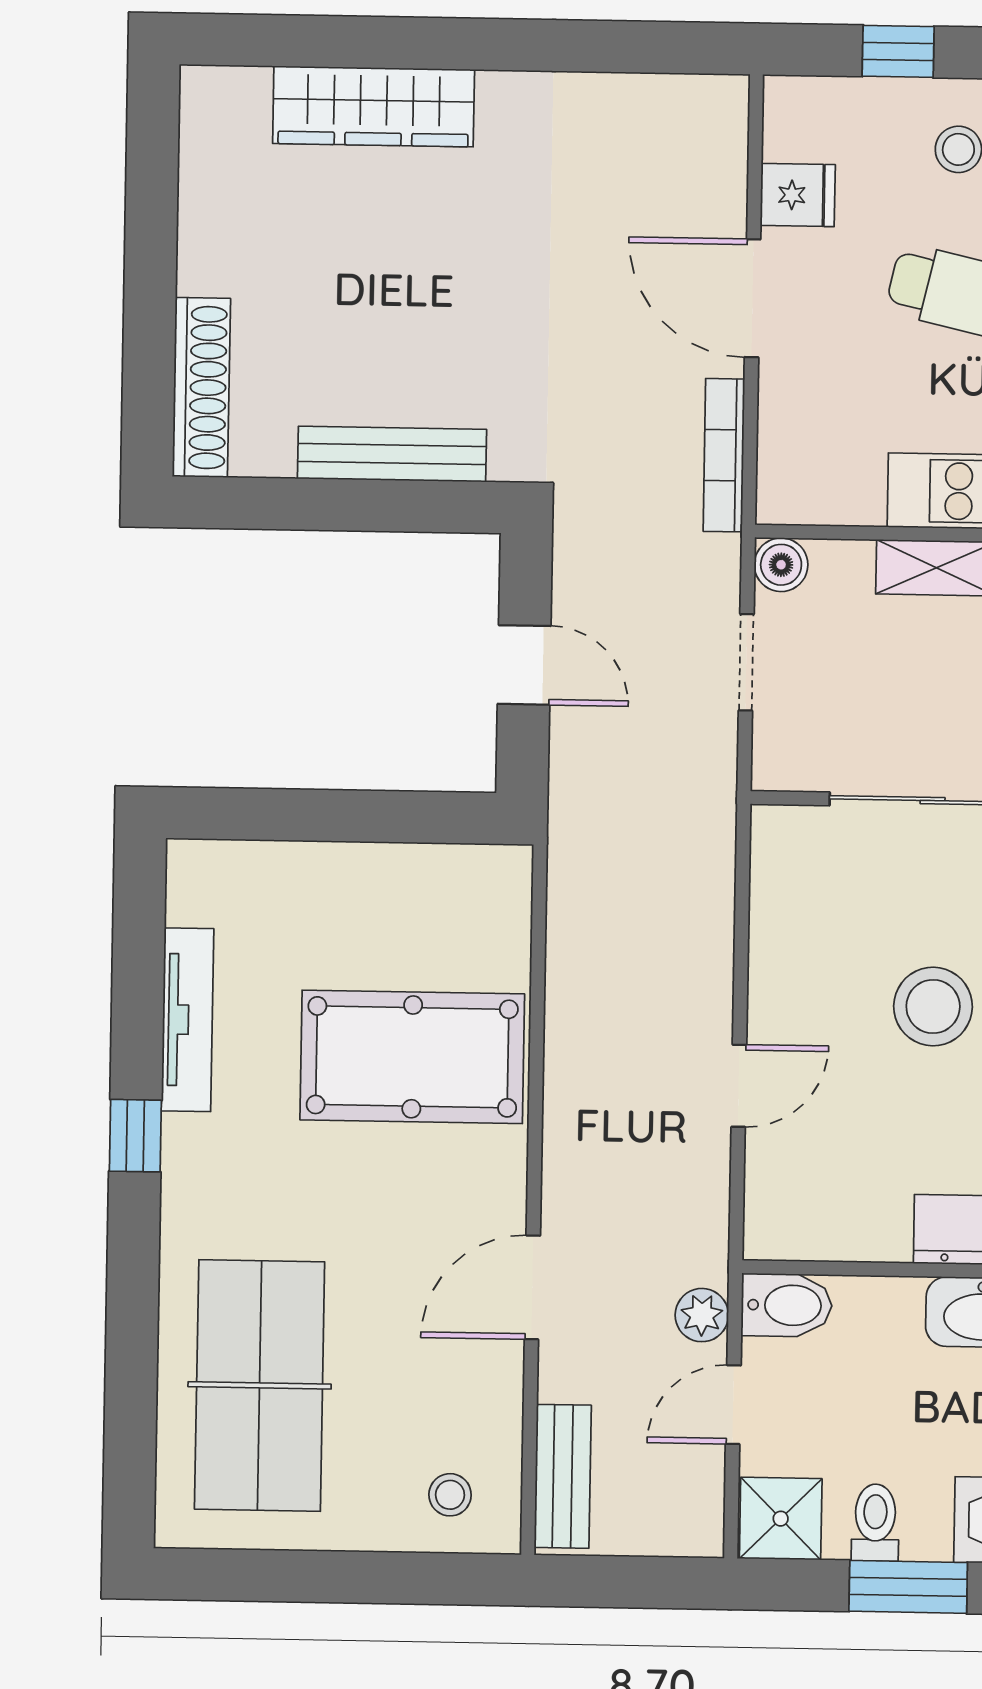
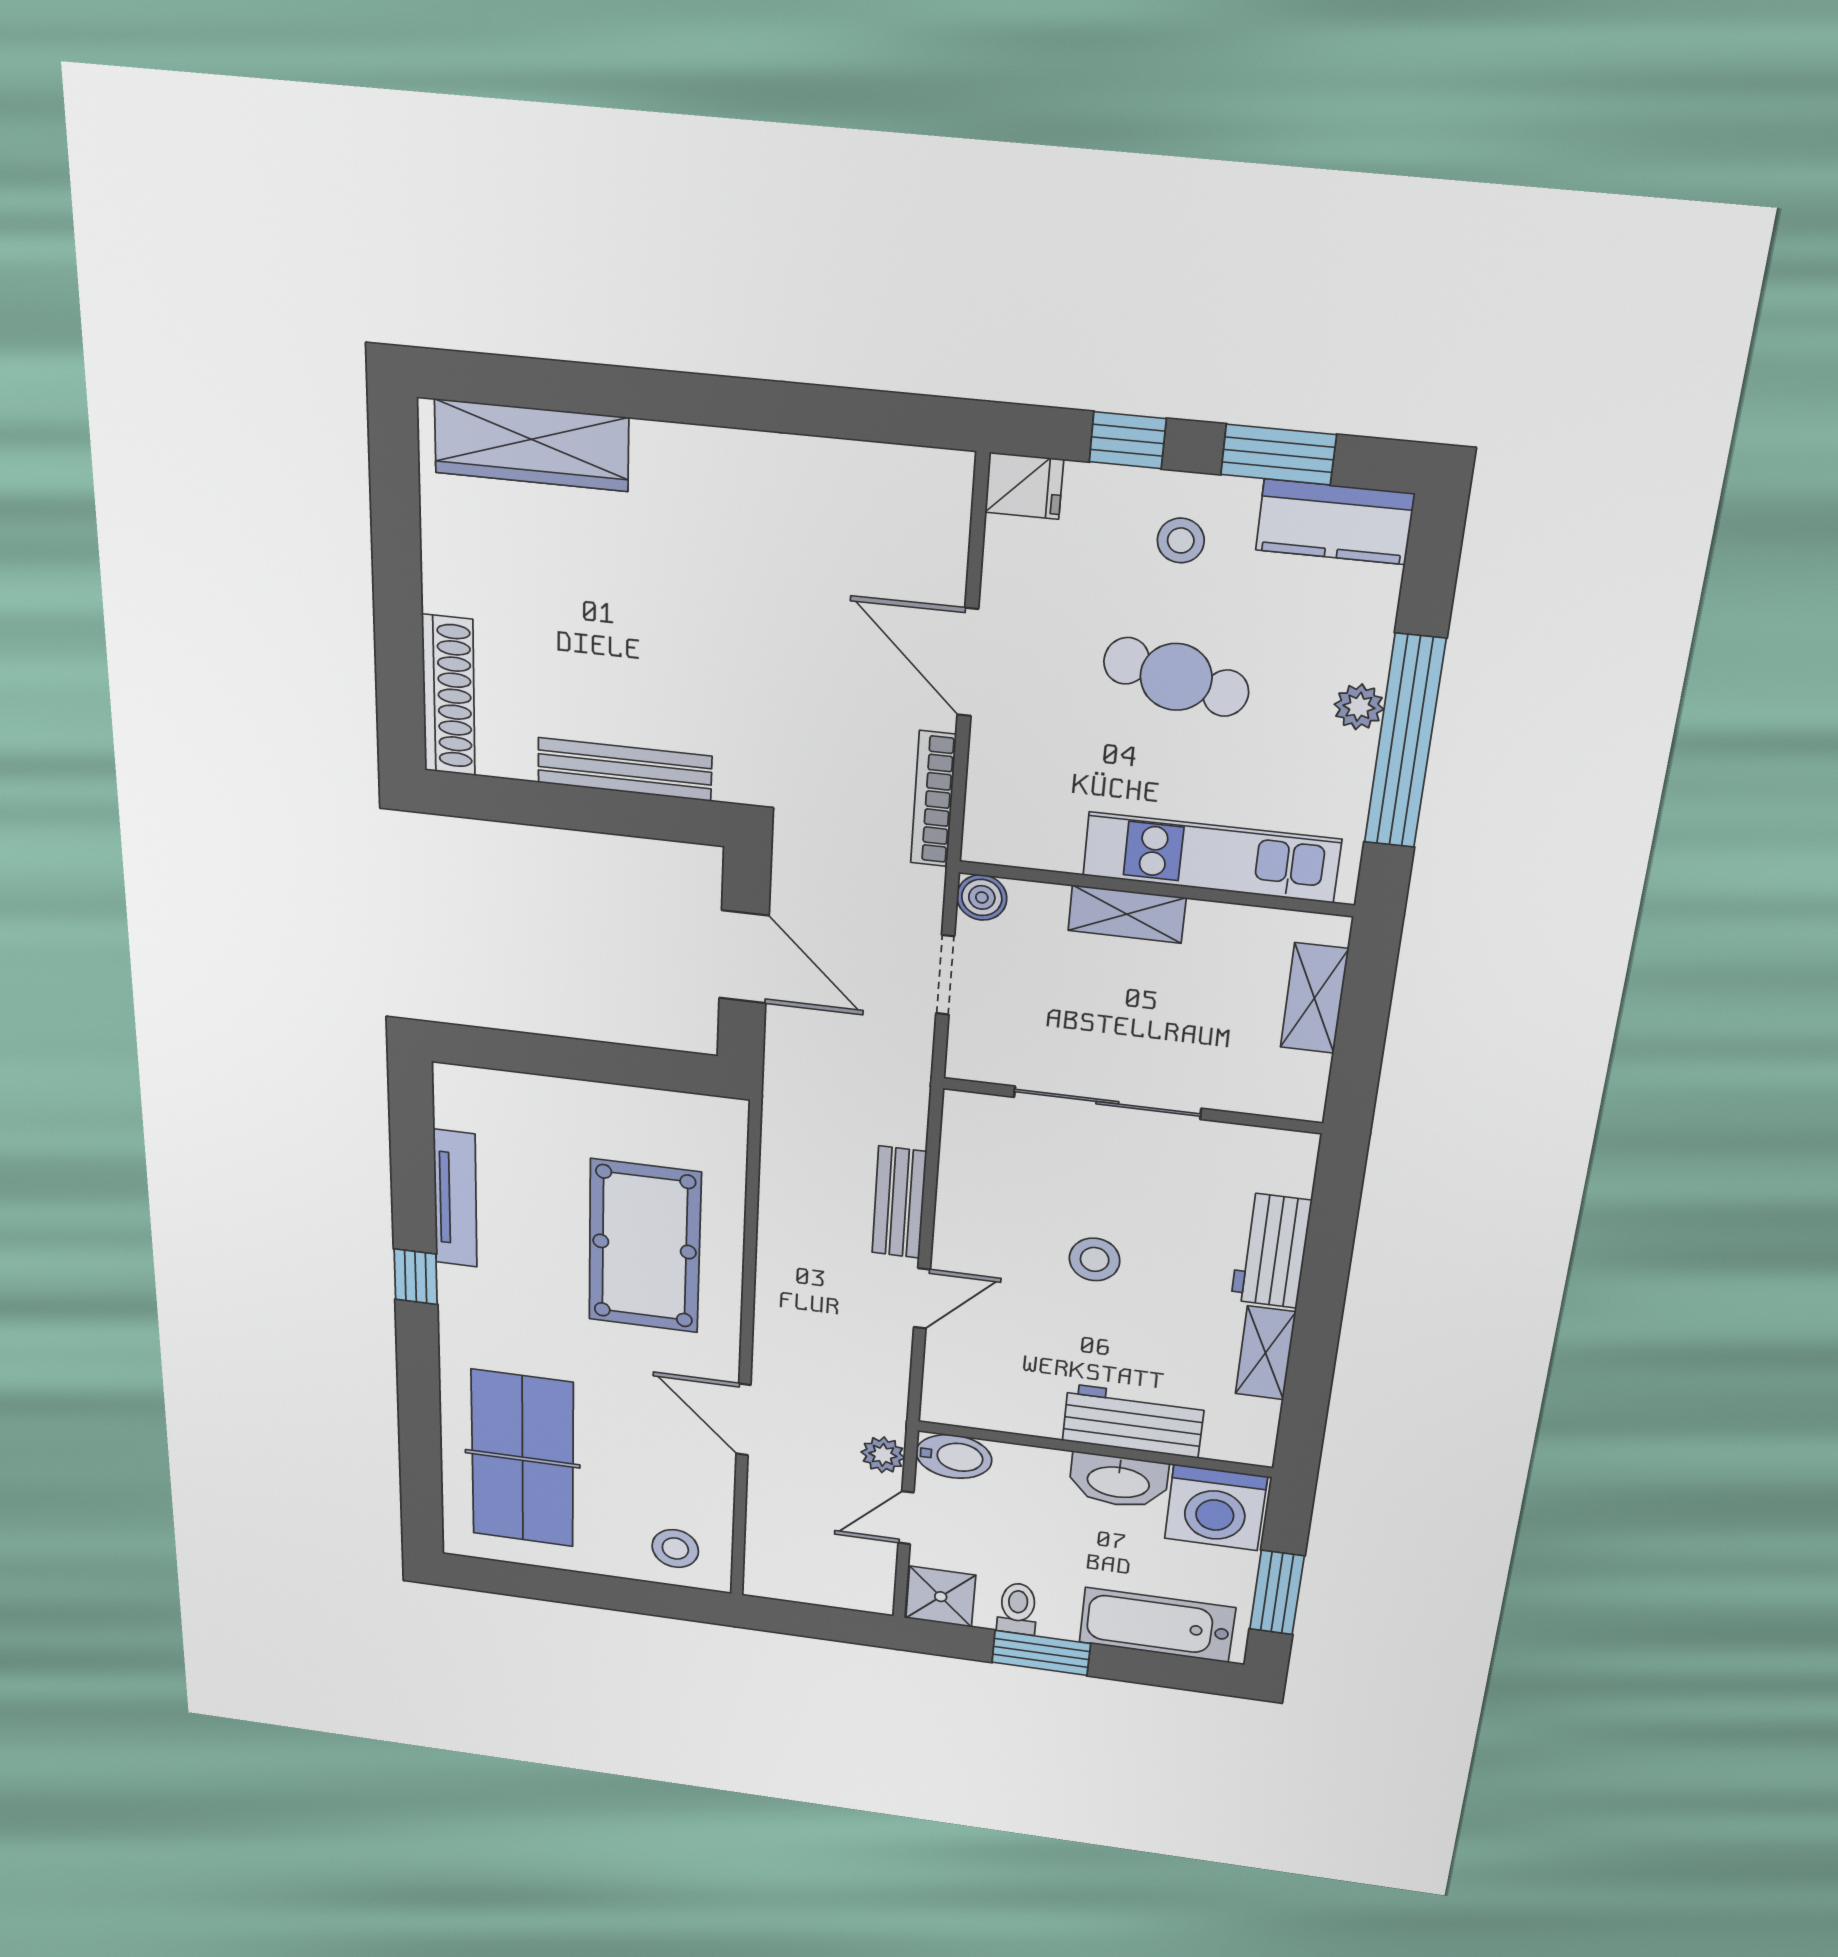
wardrobe: (374, 106) -> (531, 445), moved
fridge: (798, 195) -> (1024, 486), moved
door: (524, 665) -> (744, 957), width x1.38
stool: (933, 1007) -> (1095, 1259), width x0.73, depth x0.73
pool table: (412, 1057) -> (644, 1246), turned 90
door: (532, 1287) -> (743, 1419), hinge flipped
bench: (563, 1476) -> (899, 1202), moved
stool: (450, 1495) -> (675, 1548), width x1.37, depth x1.37

